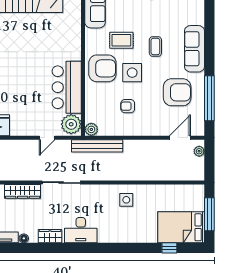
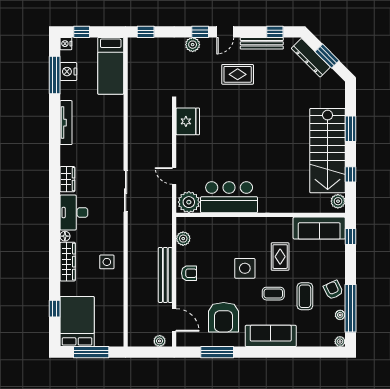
coffee table: (158, 17) -> (305, 296), added
armchair: (102, 68) -> (249, 236), removed
window: (209, 98) -> (217, 352), width x0.68
armchair: (128, 106) -> (189, 273), moved, turned 90
plant: (91, 129) -> (183, 239), moved
bench: (97, 146) -> (165, 275), moved
wardrobe: (23, 191) -> (68, 262), moved, turned 180
floor lamp: (24, 238) -> (65, 236), moved

